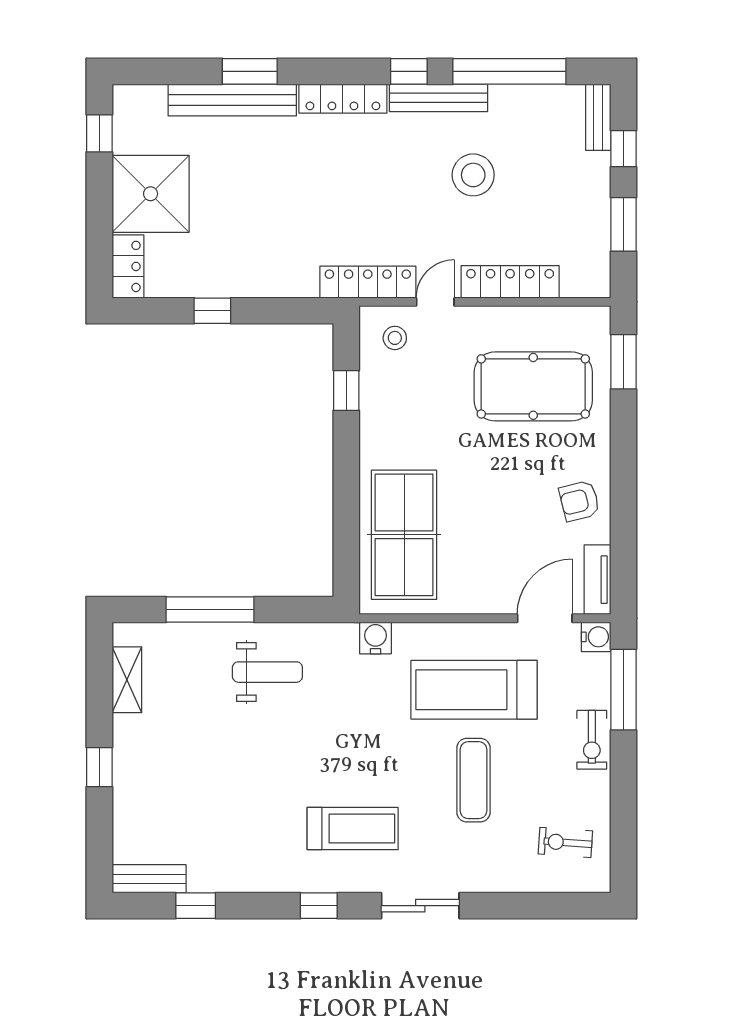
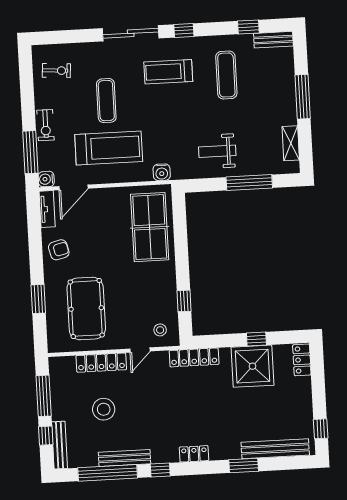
bench: (439, 98) -> (124, 458), moved
locker: (343, 99) -> (194, 454), width x0.66
bench: (232, 100) -> (275, 449), moved
bench: (598, 117) -> (59, 445), width x1.36
stool: (473, 175) -> (104, 409), moved
shower: (151, 194) -> (252, 366), moved
window: (623, 224) -> (44, 396), width x1.44
locker: (368, 282) -> (194, 357), moved
window: (623, 362) -> (38, 299), moved
pool table: (533, 386) -> (86, 308), turned 90
exercise bike: (592, 740) -> (45, 125), turned 180
window: (99, 767) -> (303, 97), width x2.17
exercise mat: (242, 816) -> (226, 75), added
sliding door: (420, 906) -> (131, 33), width x1.37

